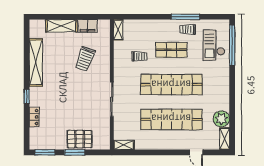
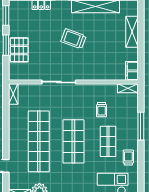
window: (185, 17) -> (141, 126), moved
filing cabinet: (88, 26) -> (132, 71), moved
trolley: (85, 59) -> (74, 39), moved
shop shelf: (171, 85) -> (73, 141), width x0.71

